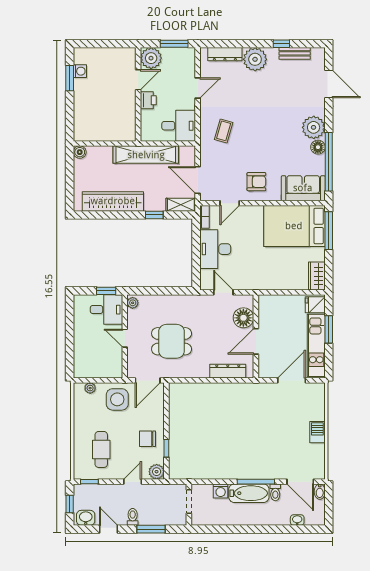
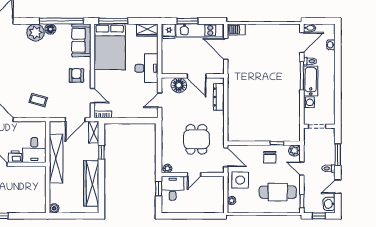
desk: (179, 126) -> (34, 150), moved, turned 180
desk: (215, 249) -> (146, 68), moved, turned -90
barbecue: (317, 432) -> (237, 30), moved
cafe table: (101, 449) -> (278, 192), width x1.37, depth x1.35

